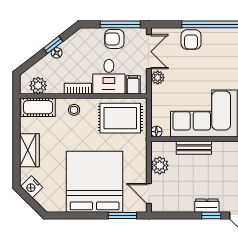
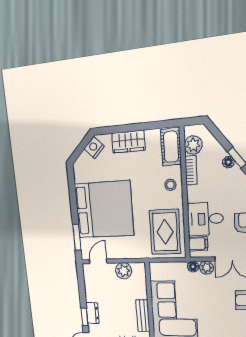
bookcase: (78, 89) -> (191, 170), moved
floor lamp: (156, 132) -> (193, 267), moved
bench: (194, 148) -> (143, 316), moved

